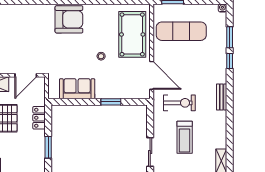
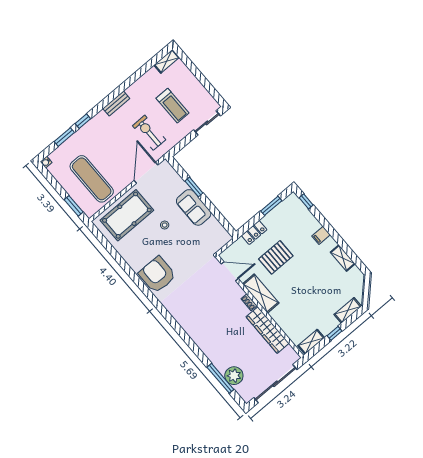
sofa: (77, 89) -> (194, 207), moved
treadmill: (185, 137) -> (172, 106), turned 90

